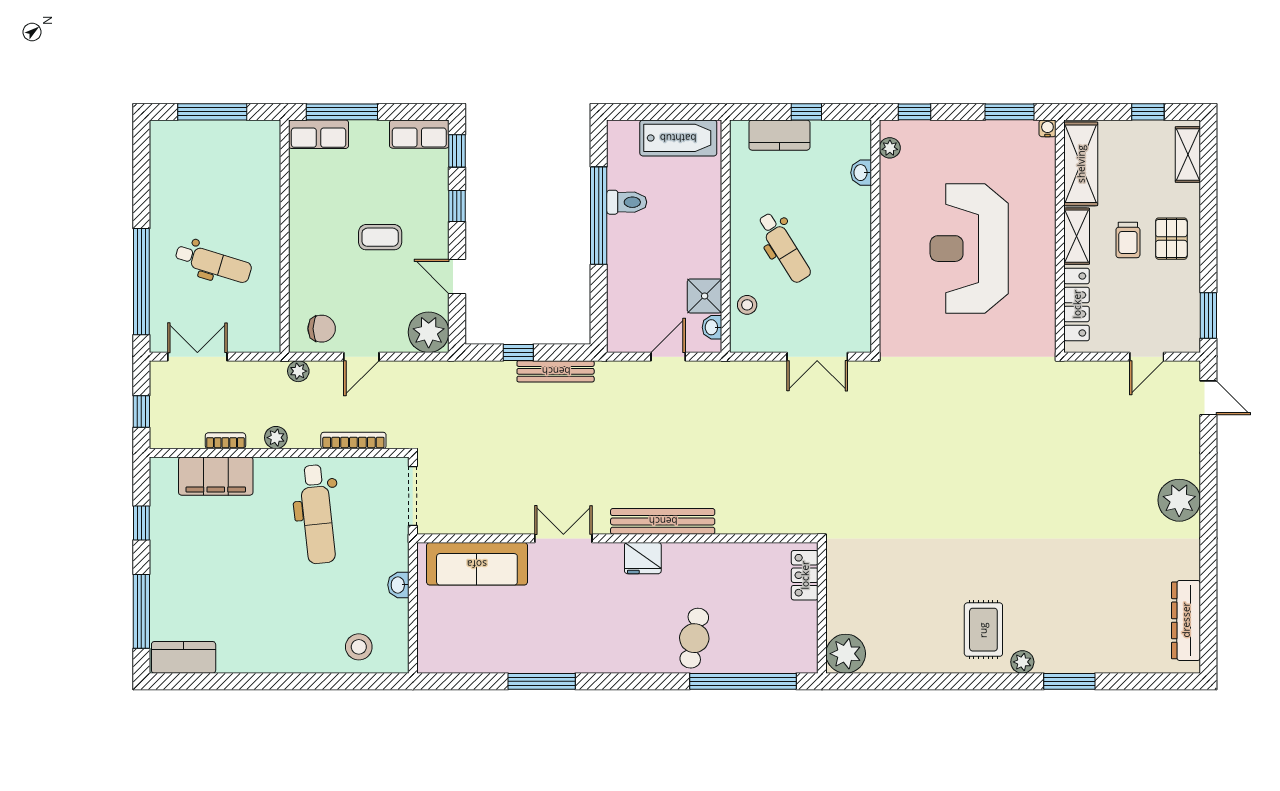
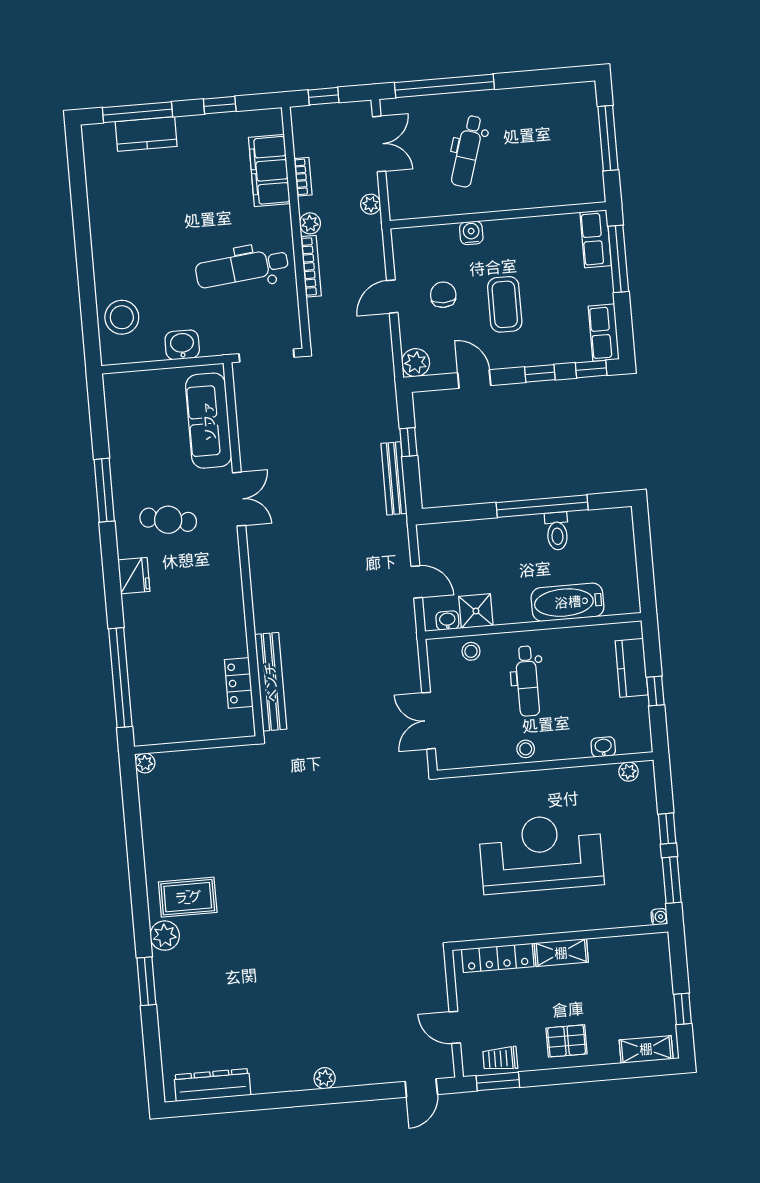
window: (915, 112) -> (667, 829), moved
bathtub: (678, 138) -> (568, 602), moved, turned 90
shelving: (1081, 164) -> (629, 951), removed
coffee table: (380, 237) -> (505, 304), width x1.36, depth x1.30
trolley: (1128, 240) -> (500, 1059), moved
dental chair: (784, 248) -> (527, 681), turned -58
stool: (856, 255) -> (526, 749), added
water cooler: (301, 266) -> (471, 233), added
door: (457, 277) -> (474, 379), hinge flipped
chair: (322, 329) -> (443, 295), moved, turned 180
plant: (429, 332) -> (416, 363), width x0.73, depth x0.73
door: (361, 357) -> (392, 296), hinge flipped
plant: (298, 371) -> (371, 204), moved
bookcase: (353, 440) -> (311, 266), moved
plant: (1179, 500) -> (325, 1078), width x0.53, depth x0.53
bench: (663, 521) -> (271, 682), moved
fridge: (643, 558) -> (134, 576), moved, turned 180
locker: (805, 575) -> (239, 683), moved, turned -90
washbasin: (398, 585) -> (182, 345), width x1.38, depth x1.45
cafe table: (694, 638) -> (168, 520), moved
stool: (359, 647) -> (122, 317), width x1.38, depth x1.38
plant: (846, 654) -> (145, 763), width x0.53, depth x0.53
kitchen counter: (184, 657) -> (146, 134), moved, turned 90
plant: (1022, 662) -> (165, 936), width x1.38, depth x1.38

